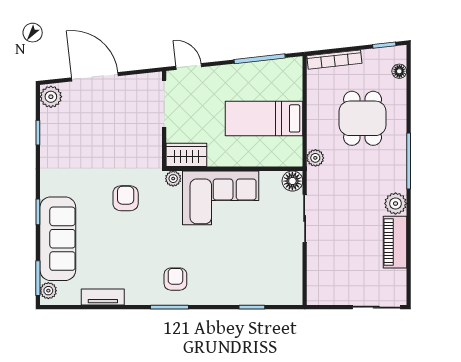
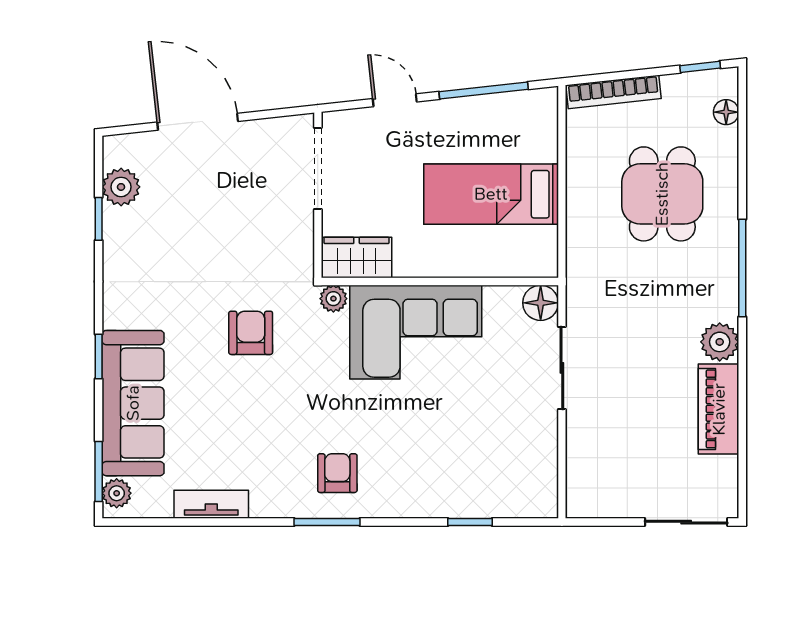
door: (189, 67) -> (395, 100), moved
plant: (51, 97) -> (121, 187), moved
plant: (315, 158) -> (580, 263), removed

